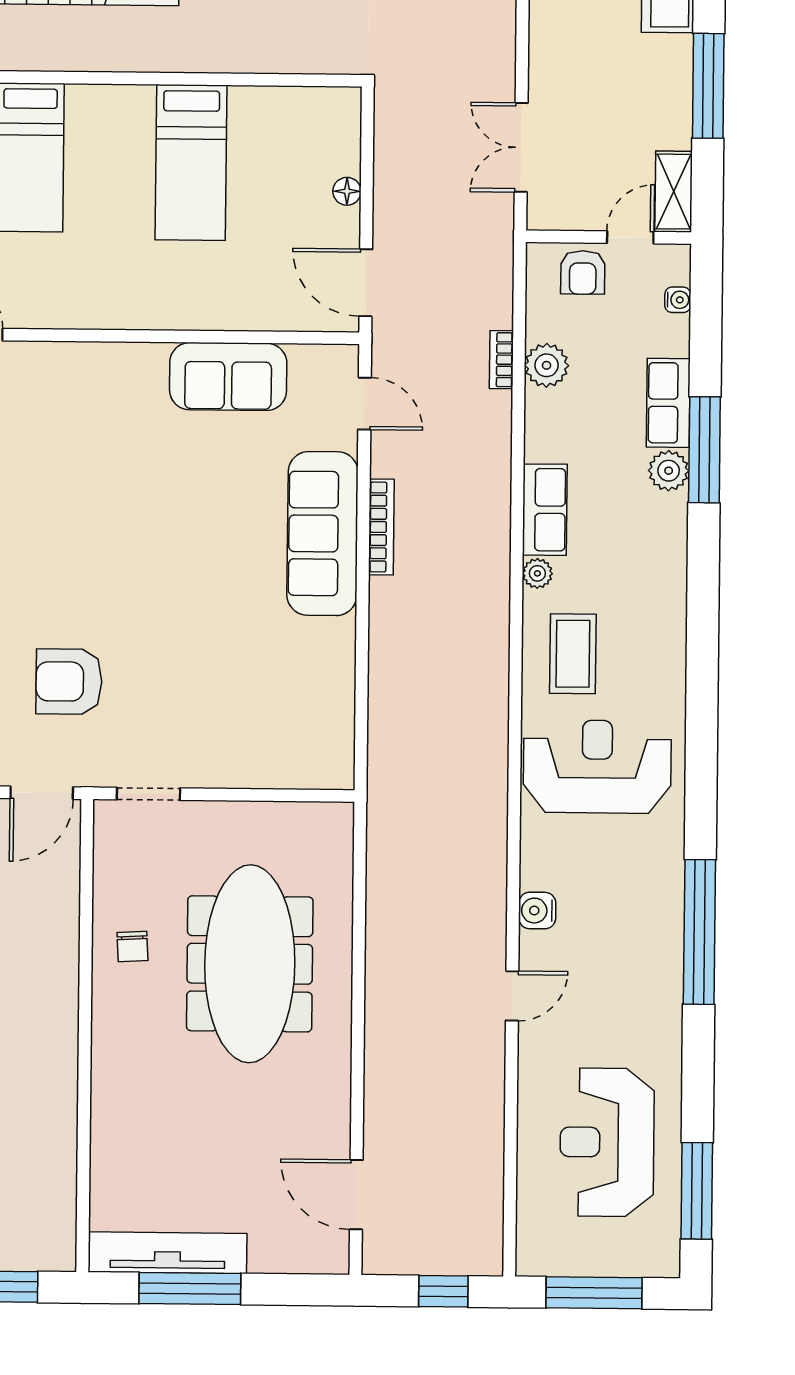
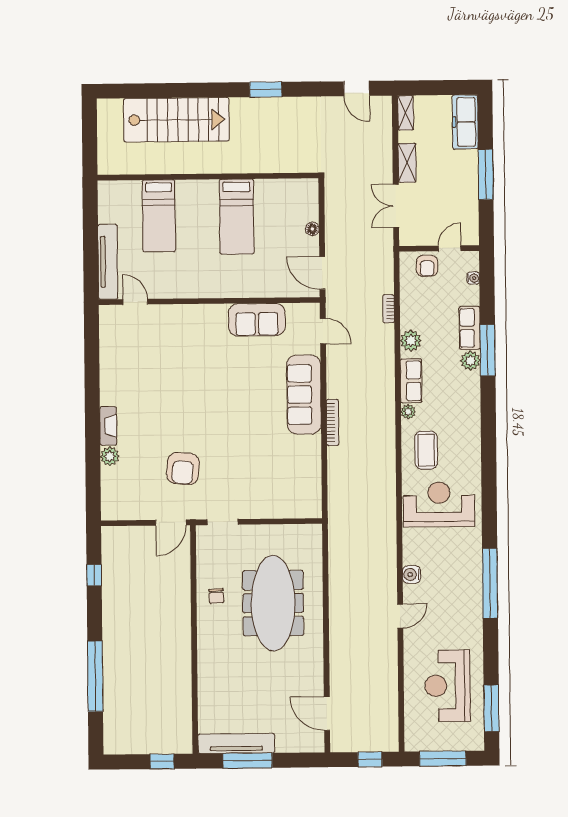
shelving: (674, 192) -> (407, 163), moved
plant: (547, 365) -> (411, 341), moved
bookcase: (381, 527) -> (333, 422), moved
armchair: (69, 682) -> (183, 469), turned -85

